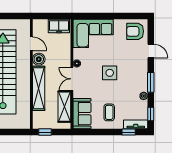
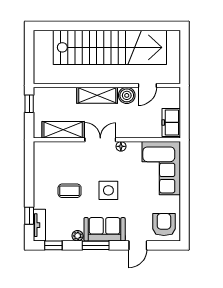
shelving: (39, 88) -> (97, 95), width x0.68
coffee table: (109, 112) -> (70, 191), moved
sofa: (82, 114) -> (105, 229), moved, turned 180

